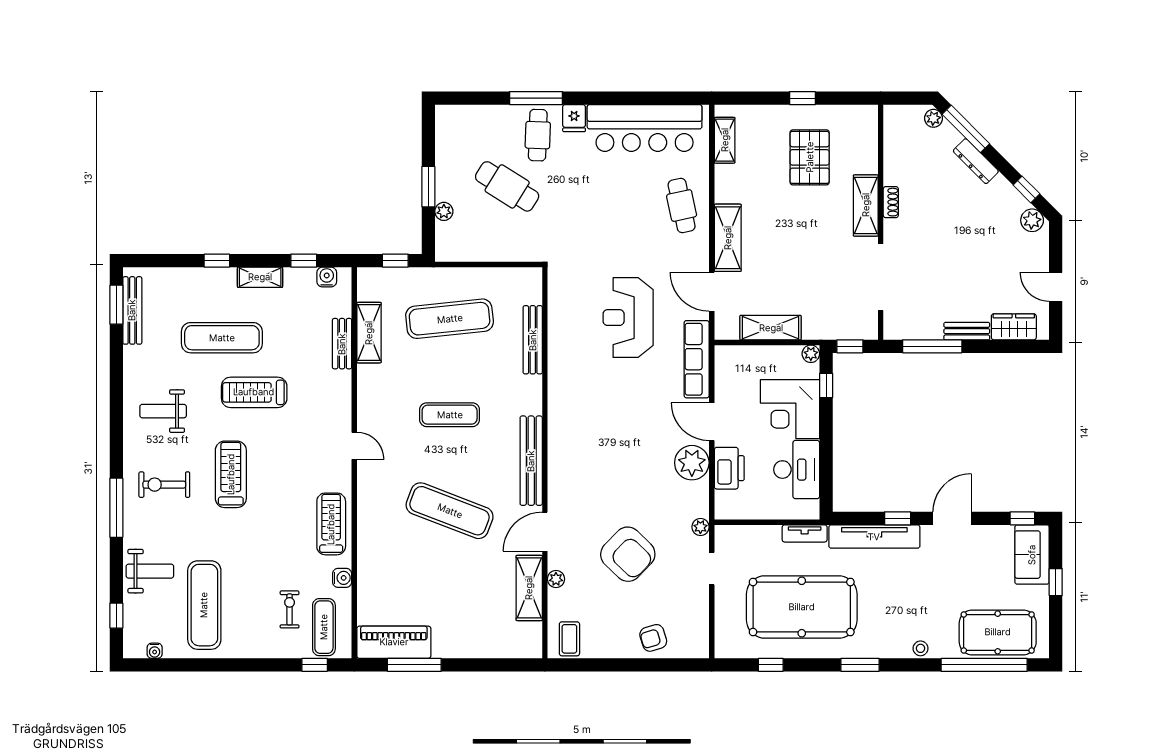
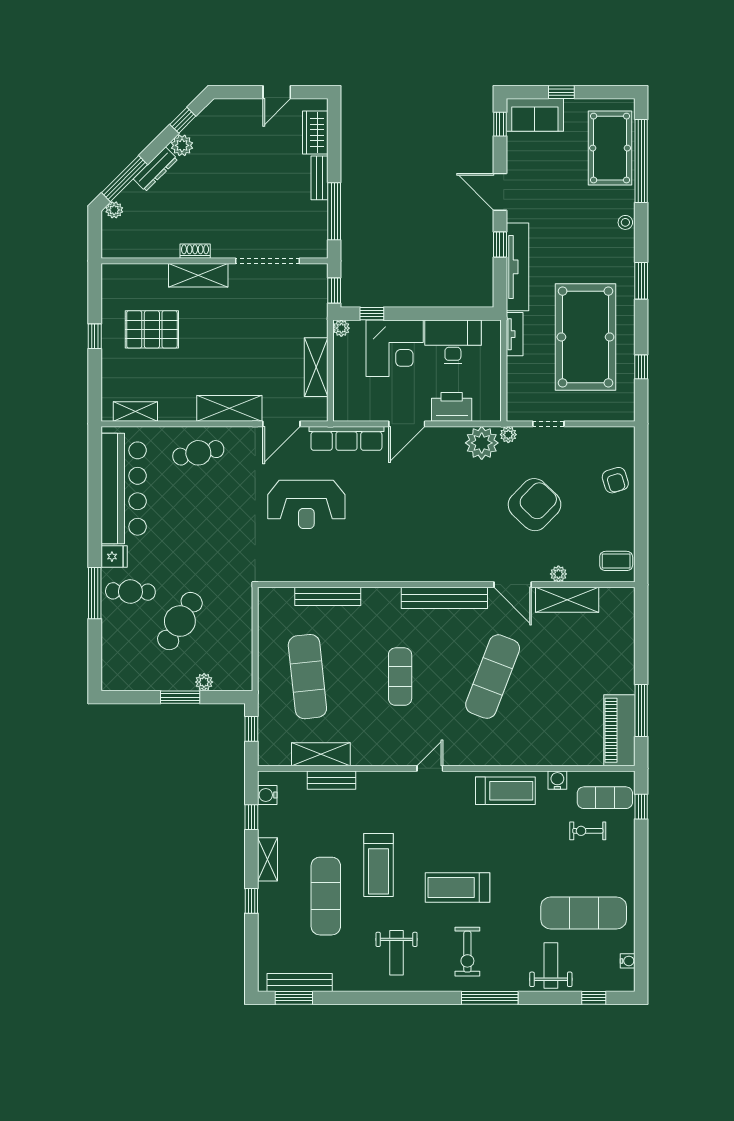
plant: (1032, 220) -> (182, 145), moved
plant: (692, 463) -> (482, 443), moved
treadmill: (331, 524) -> (505, 791), turned 180

